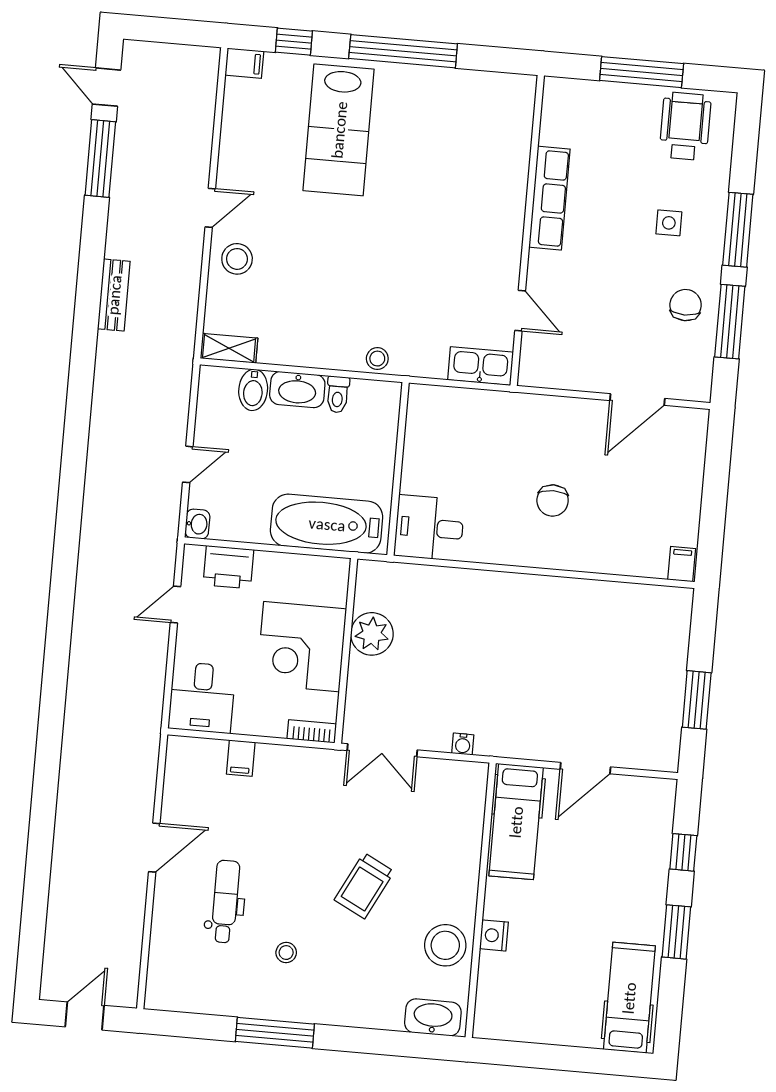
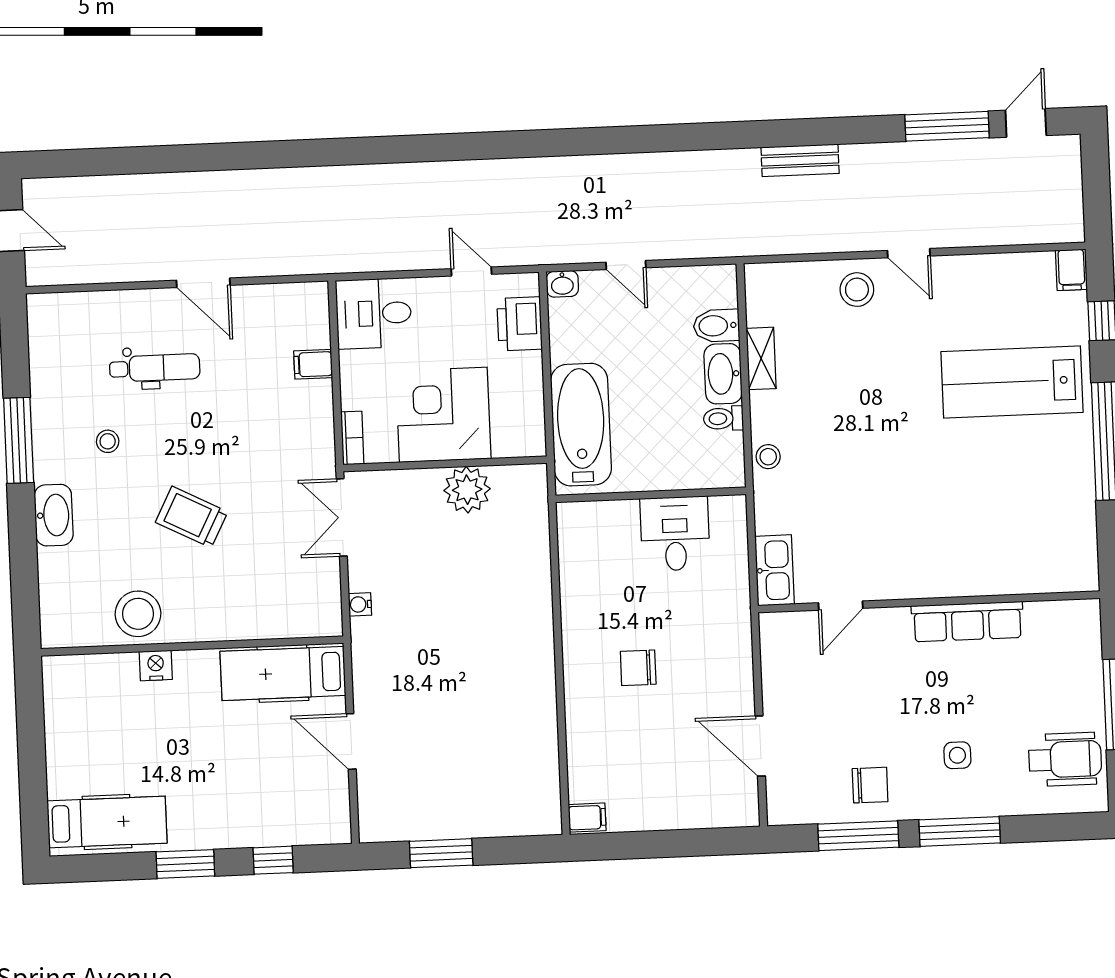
shelving: (229, 348) -> (761, 358), moved
desk: (429, 528) -> (675, 534), moved
washbasin: (433, 1017) -> (54, 515), moved

